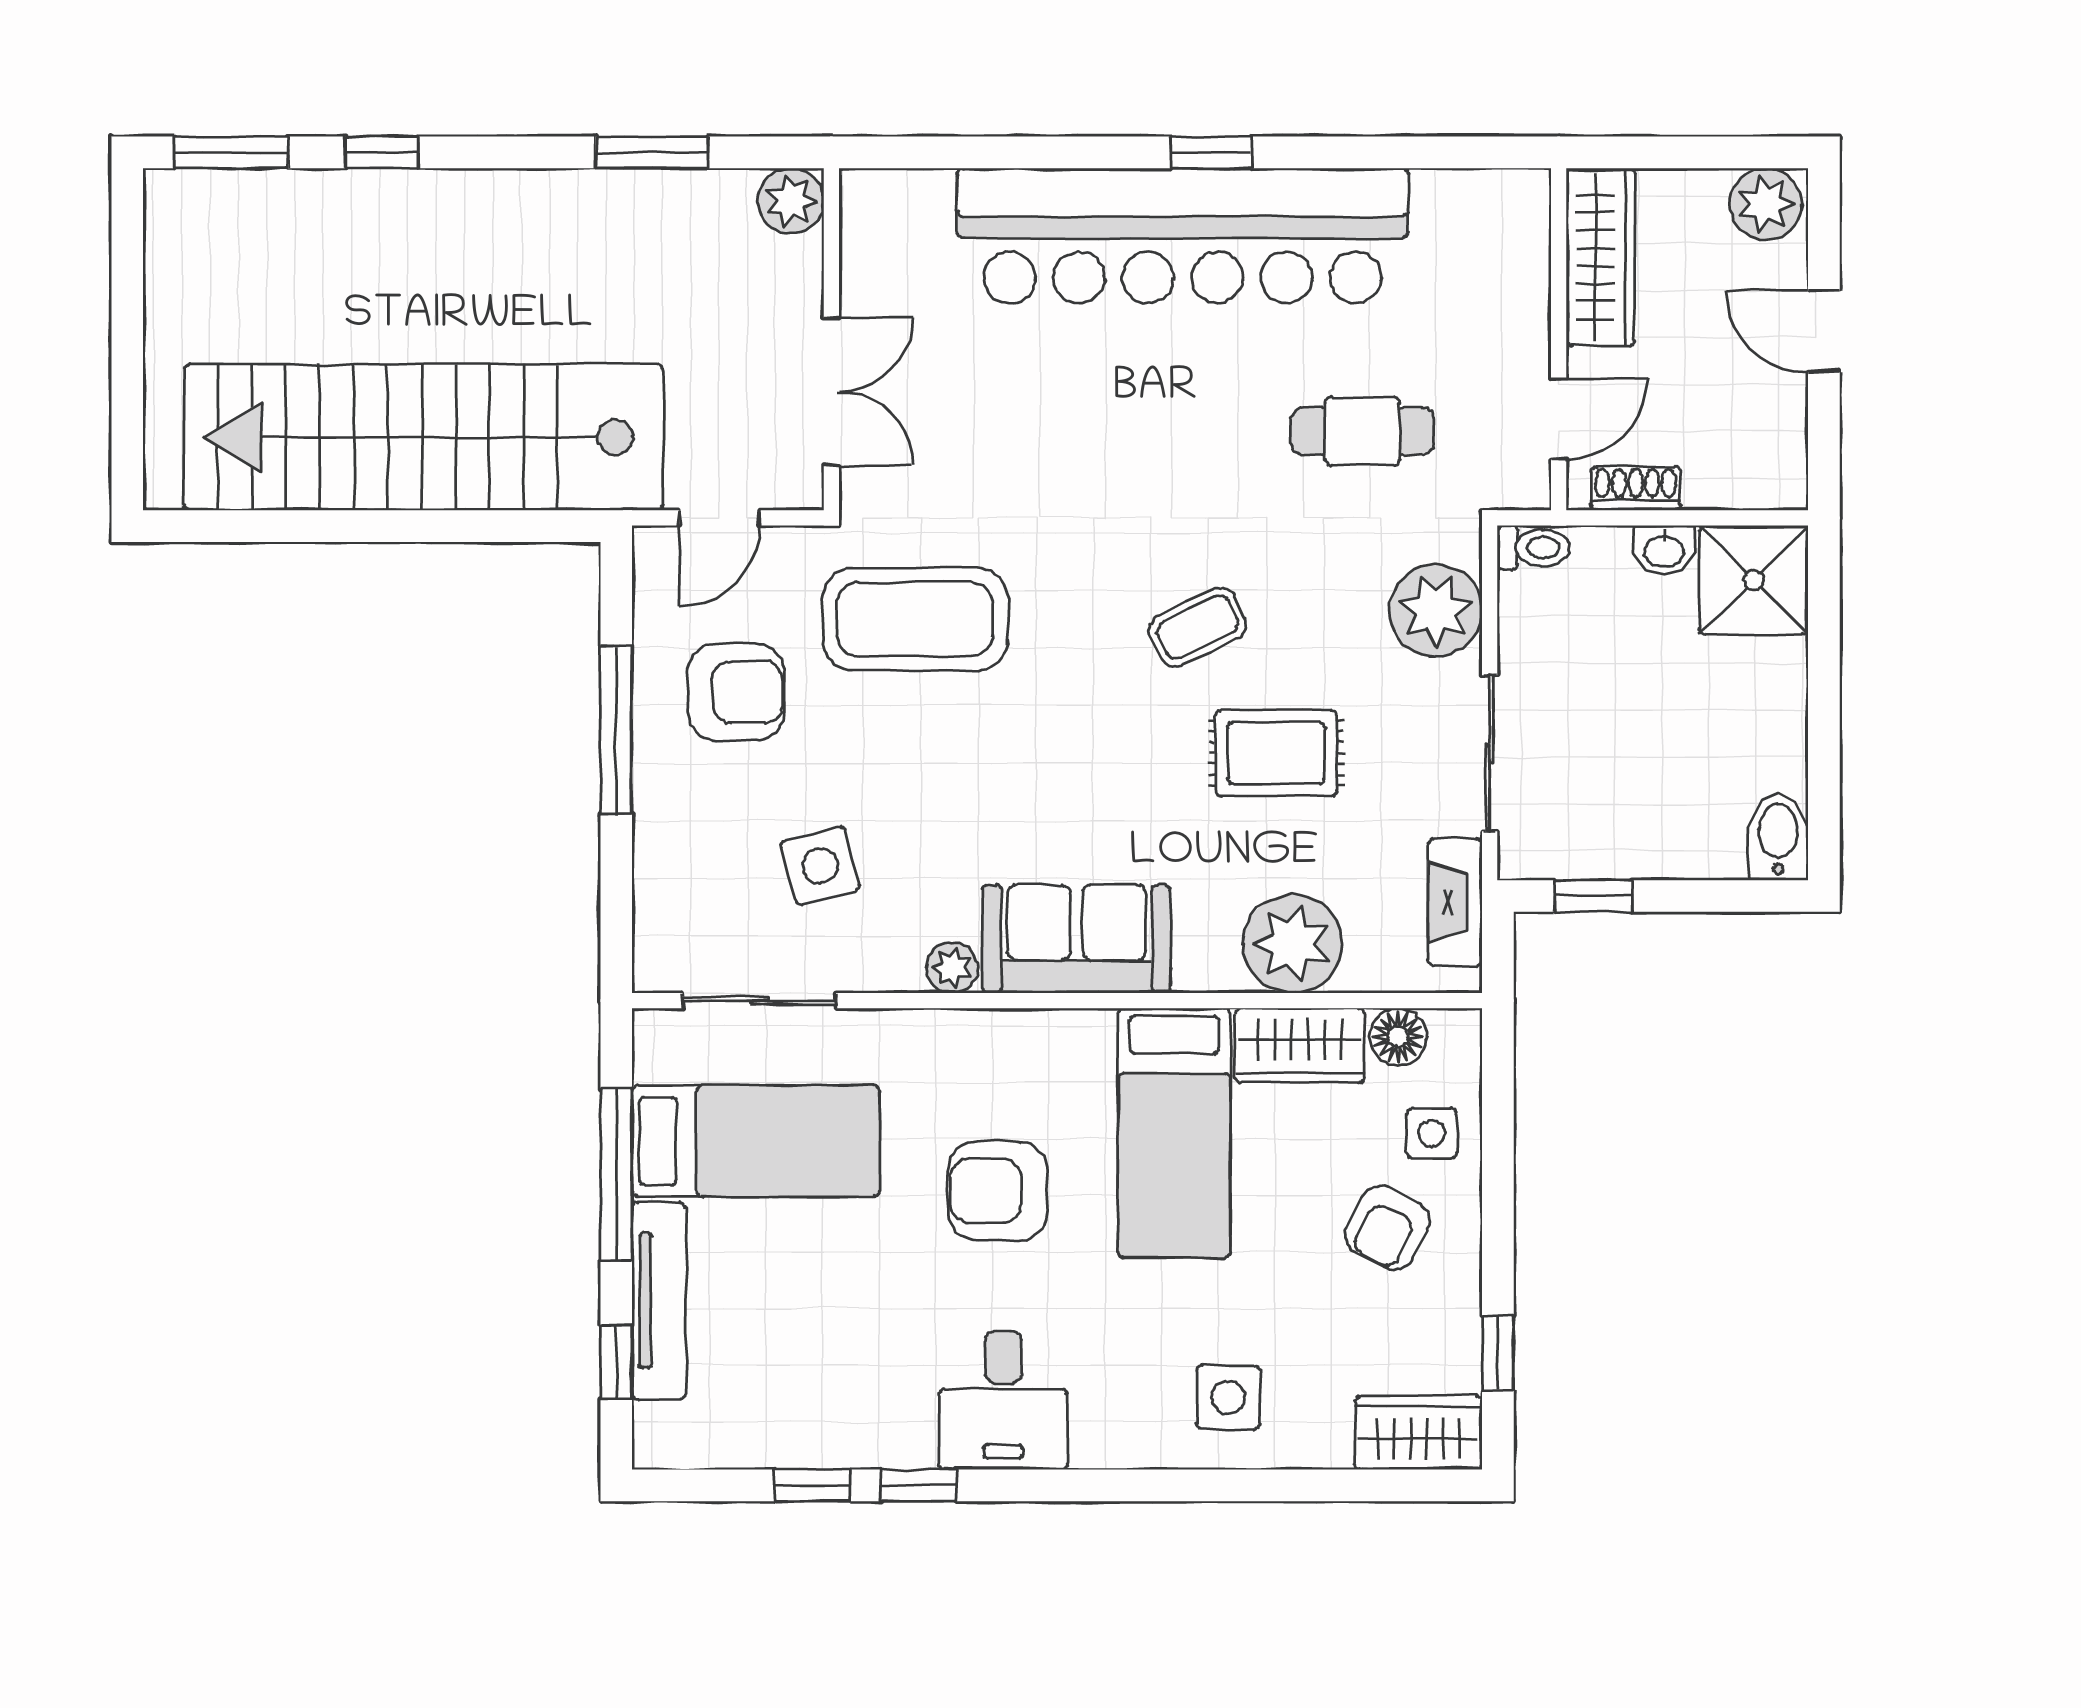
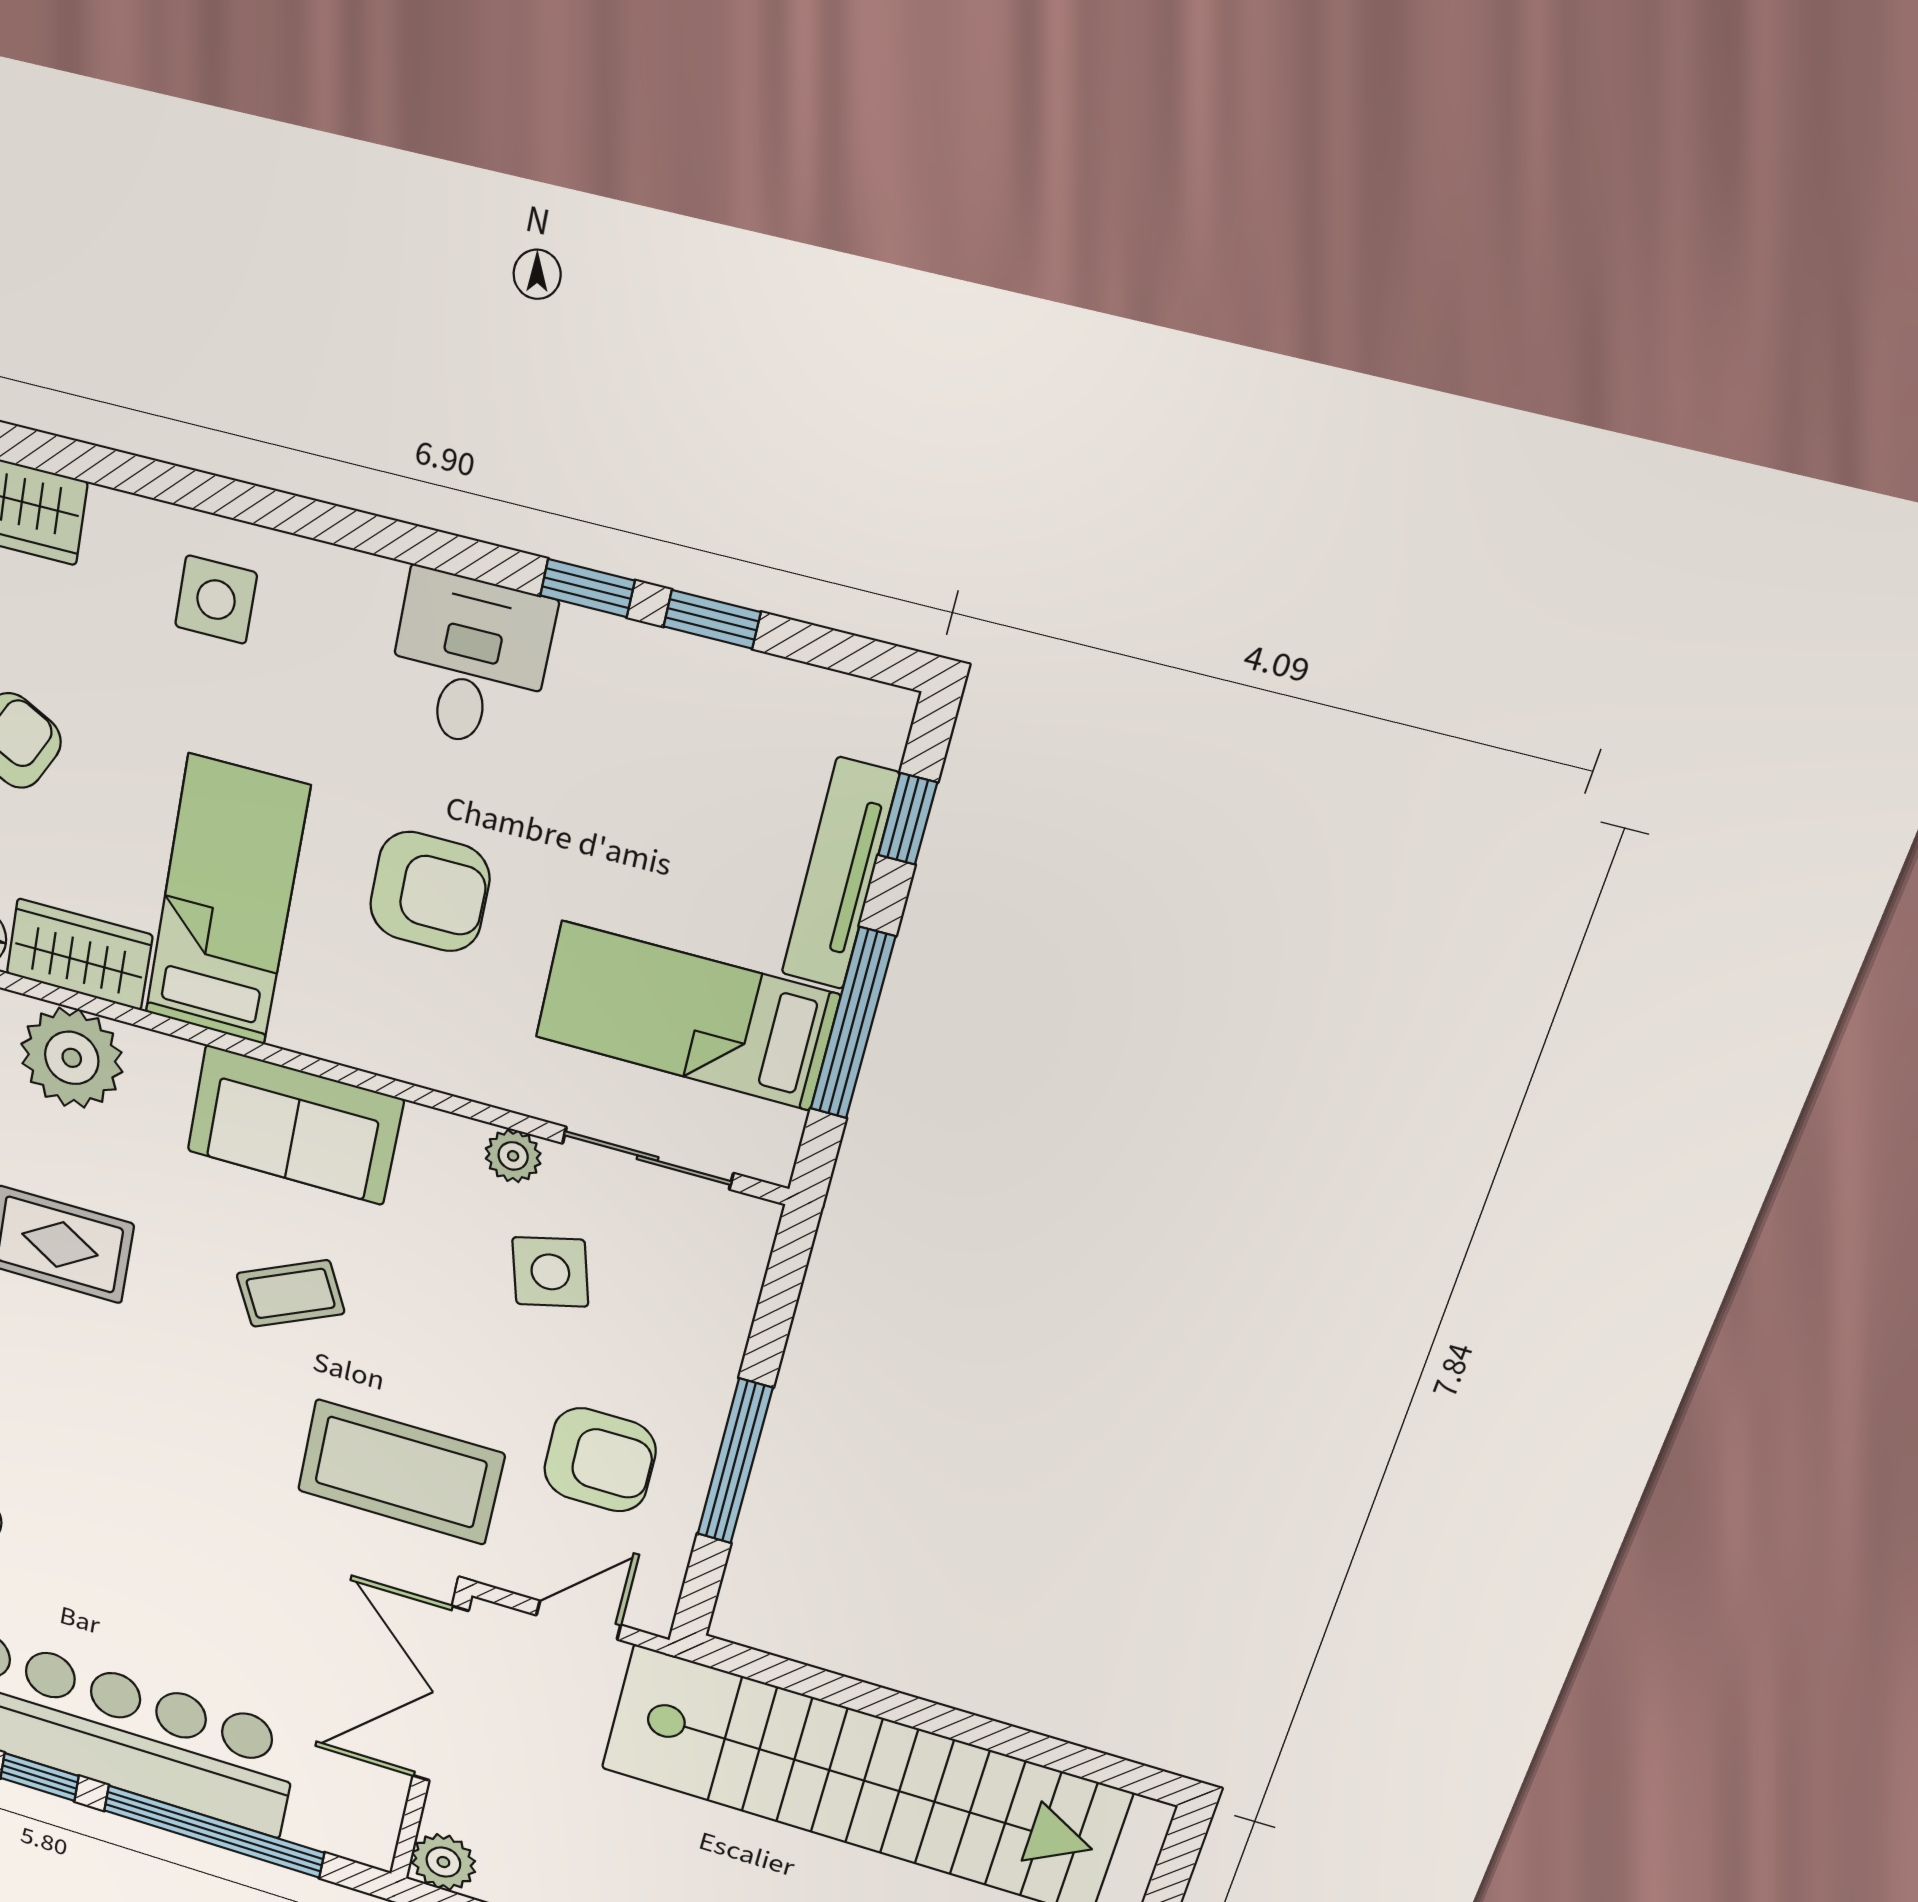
window: (1024, 152) -> (214, 1831), added
double door: (831, 391) -> (440, 1694), width x1.37
coffee table: (1198, 627) -> (290, 1293), moved
armchair: (736, 692) -> (600, 1460), turned 180
plant: (952, 968) -> (513, 1156), moved

